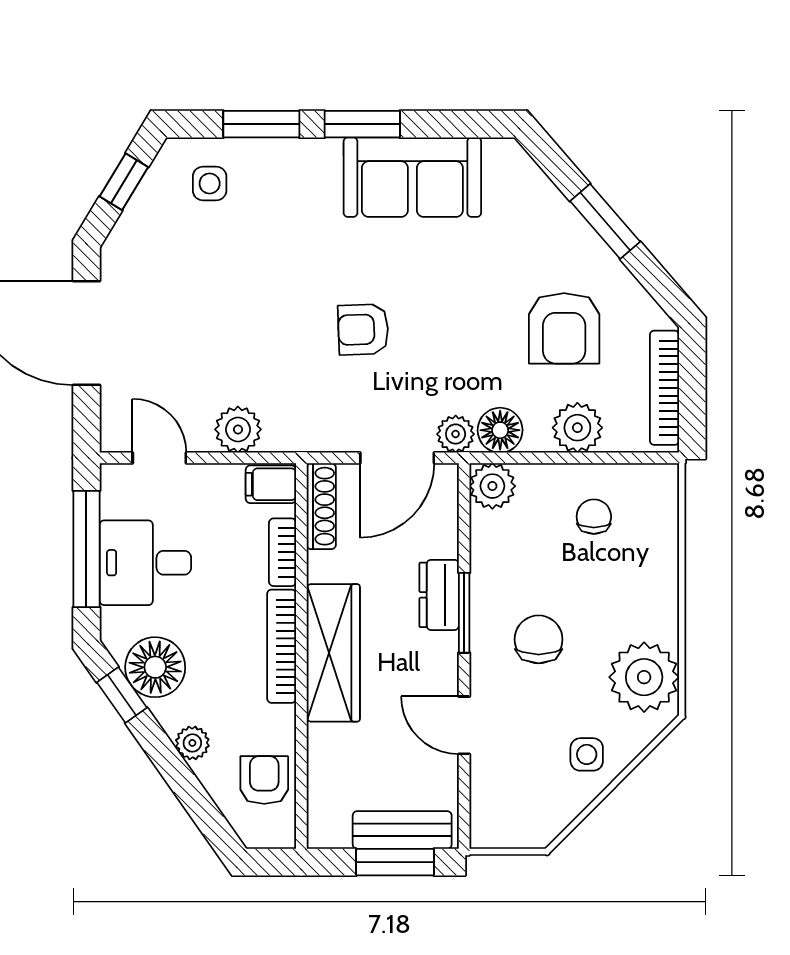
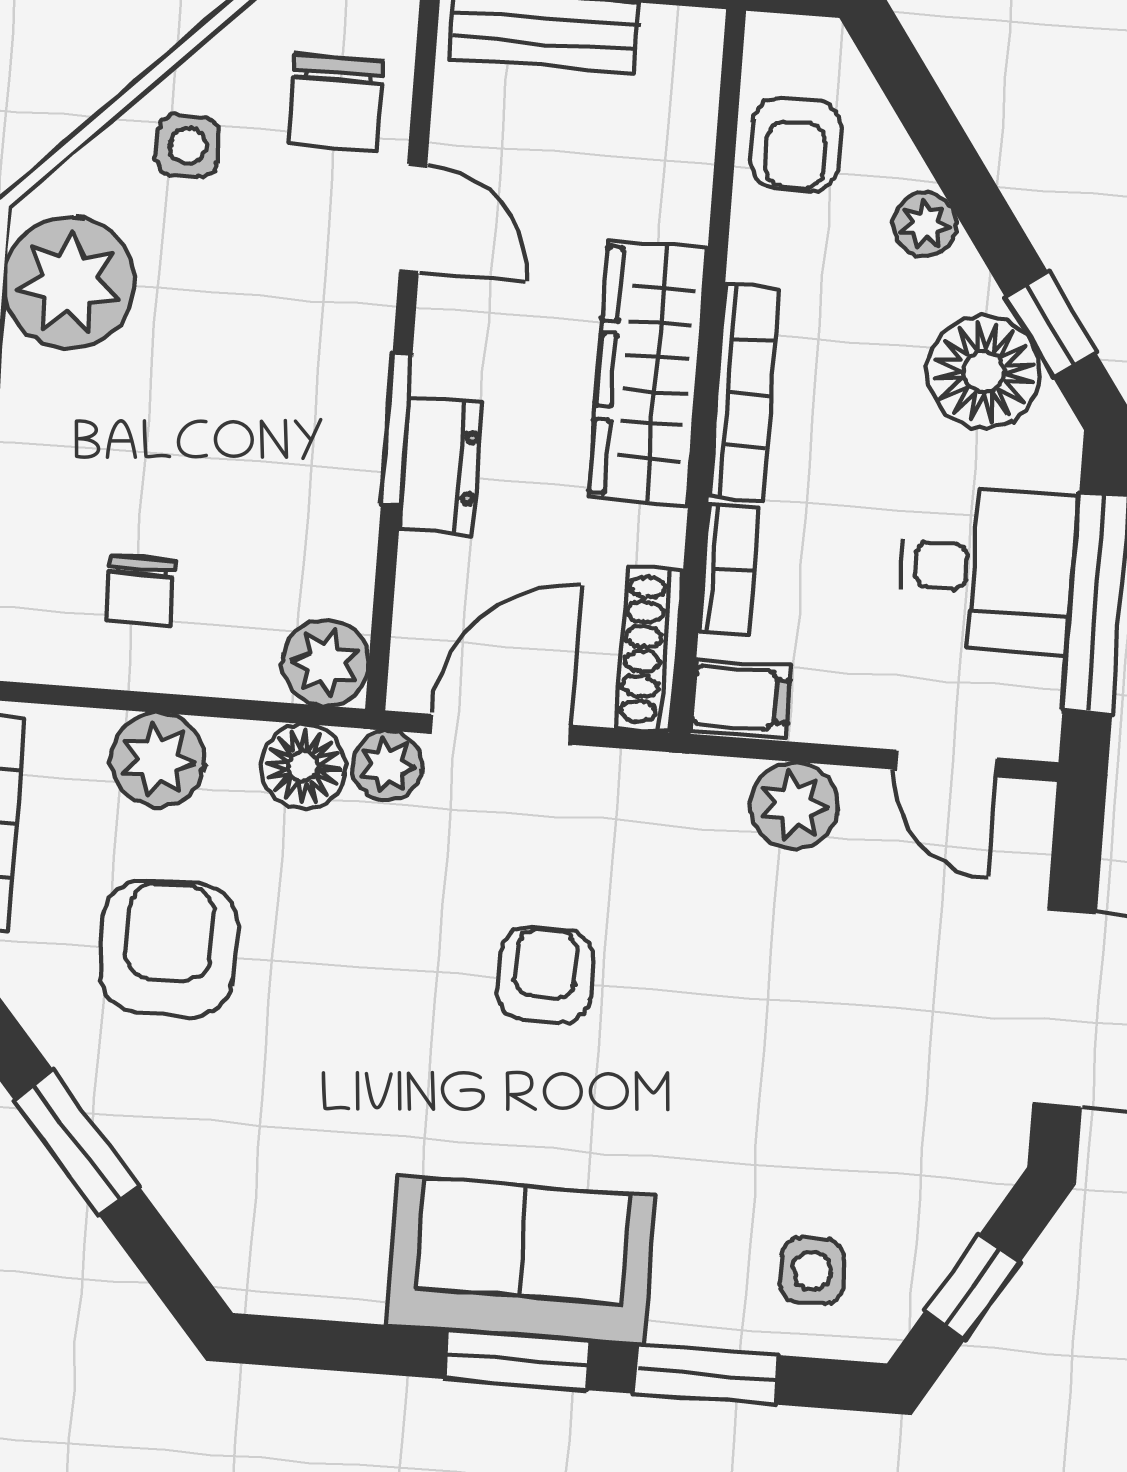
sofa: (412, 177) -> (521, 1260), moved
armchair: (363, 329) -> (545, 975), turned -88
chair: (539, 639) -> (336, 103), moved

